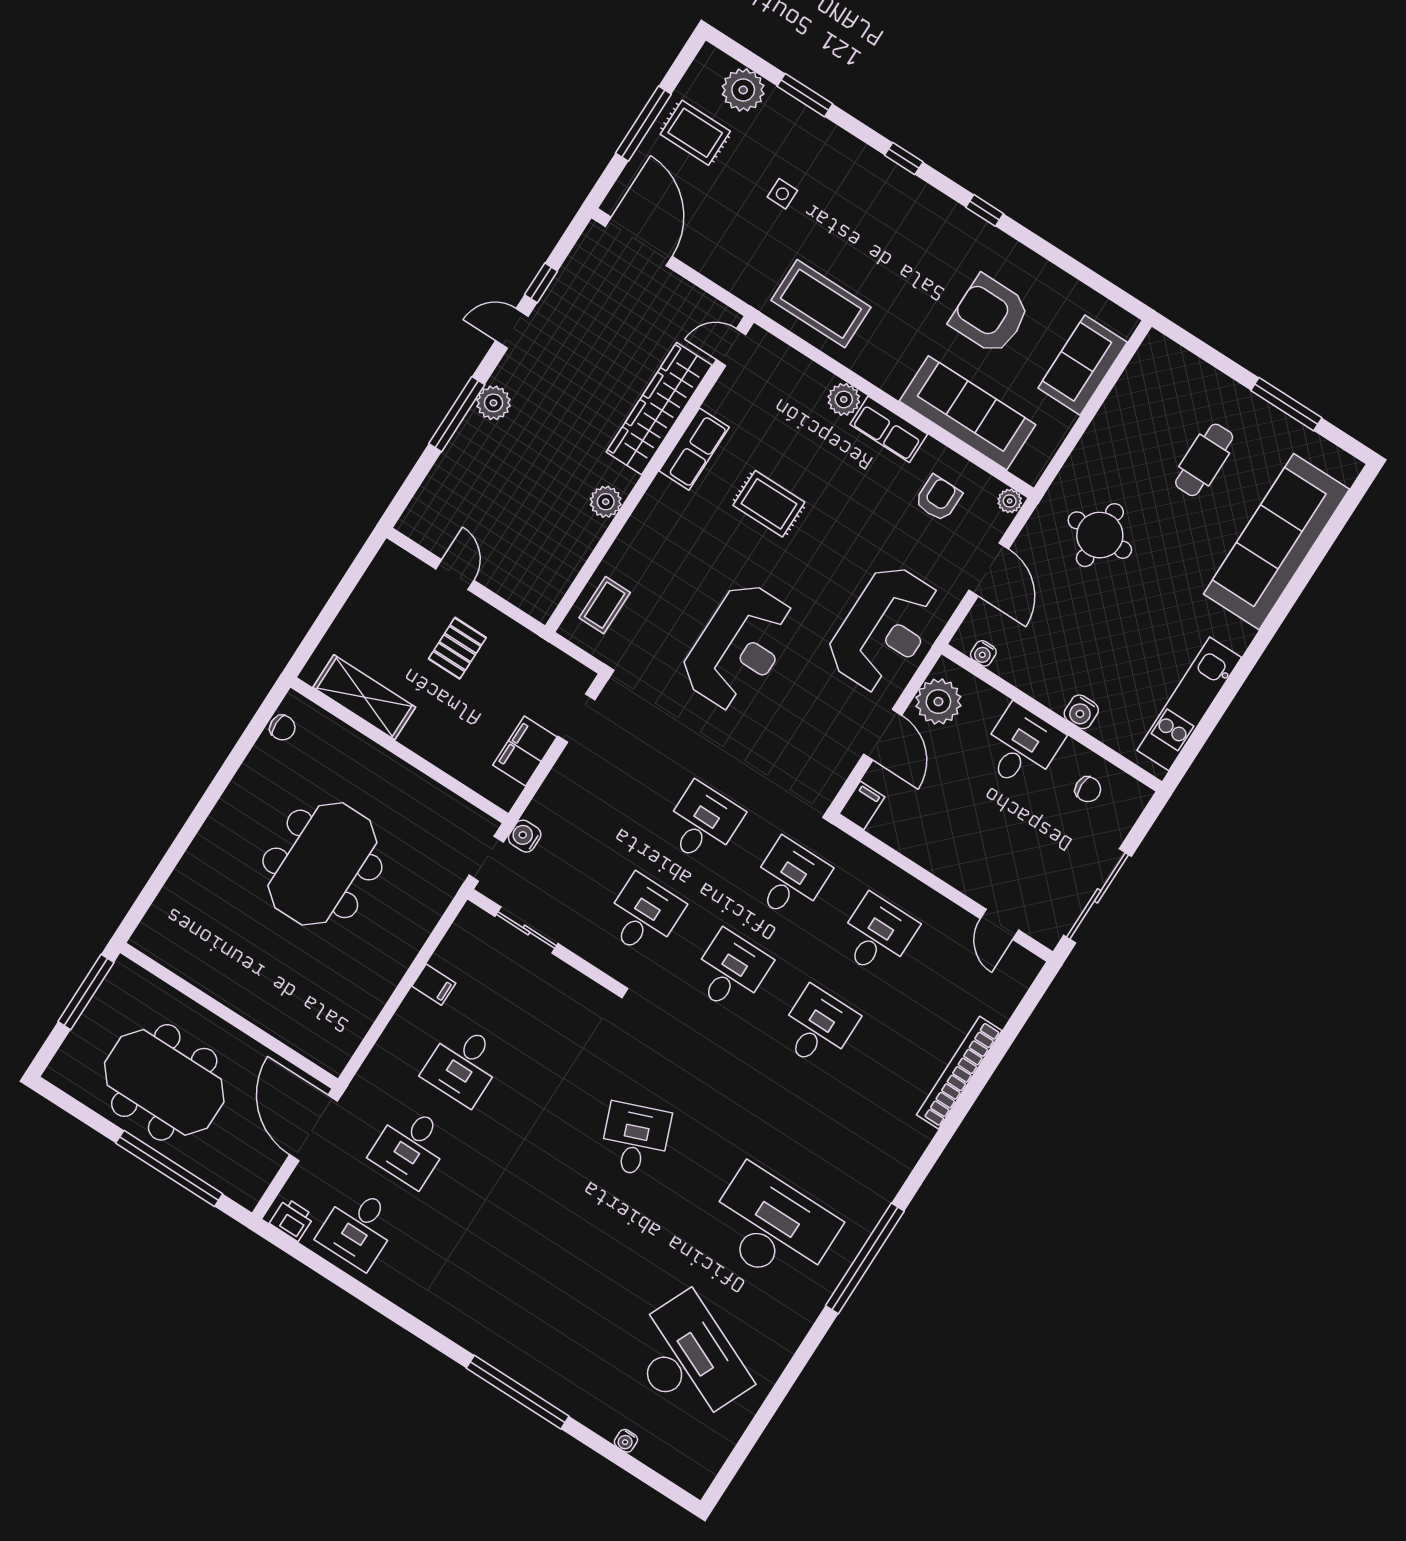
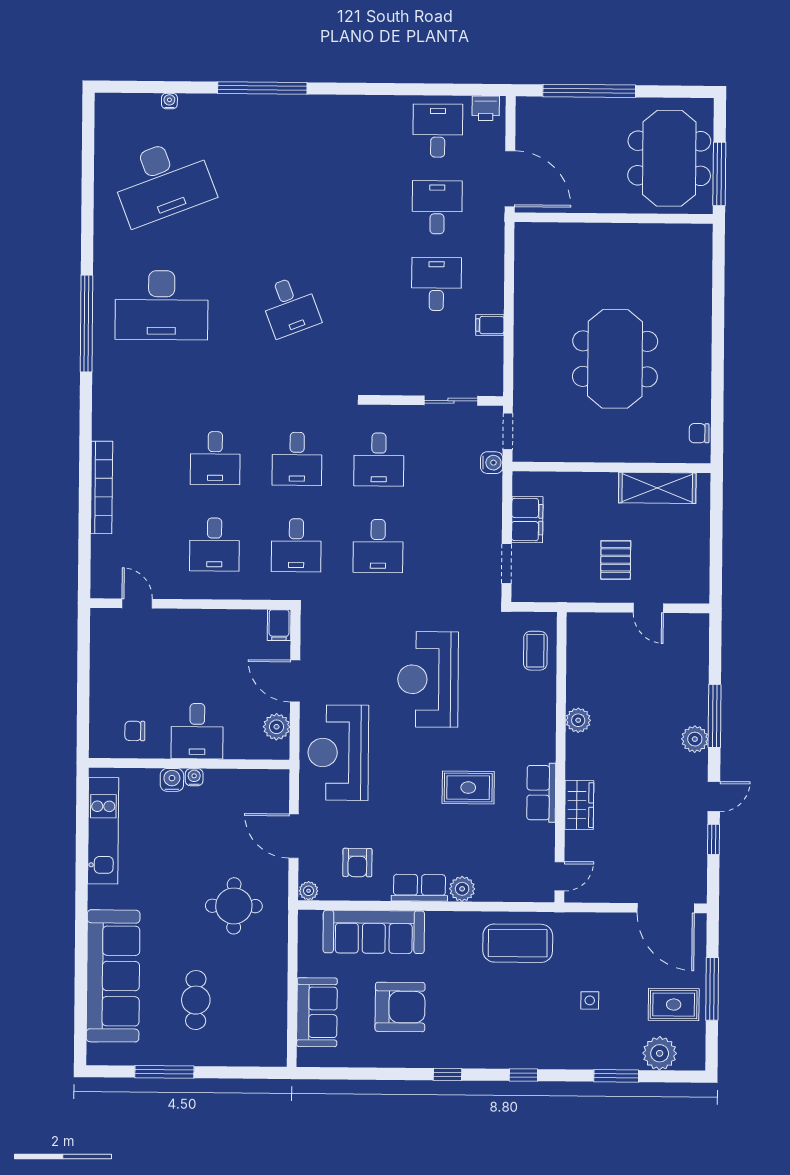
wardrobe: (659, 409) -> (579, 805), width x0.48, depth x0.85
water cooler: (983, 653) -> (194, 777), moved
plant: (938, 702) -> (277, 727), width x0.73, depth x0.73
sliding door: (1098, 896) -> (84, 664), removed
meeting table: (164, 1082) -> (669, 158), moved, turned 90
desk: (687, 1360) -> (163, 181), turned -45

